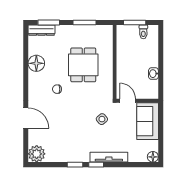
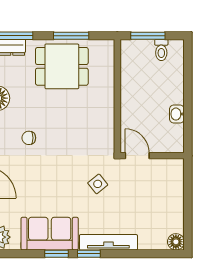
dining table: (83, 65) -> (62, 66), moved, turned 90
sofa: (148, 121) -> (50, 234), moved, turned 90

